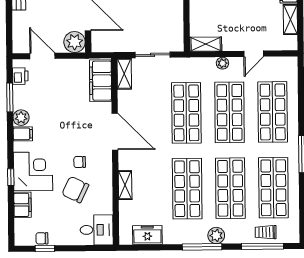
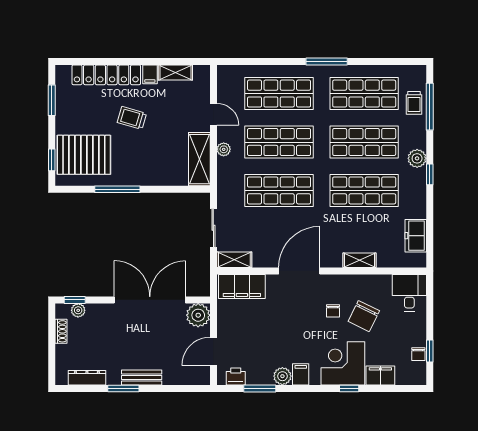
shelving: (206, 44) -> (199, 159), width x1.50, depth x1.33
window: (202, 247) -> (430, 174), width x0.46

